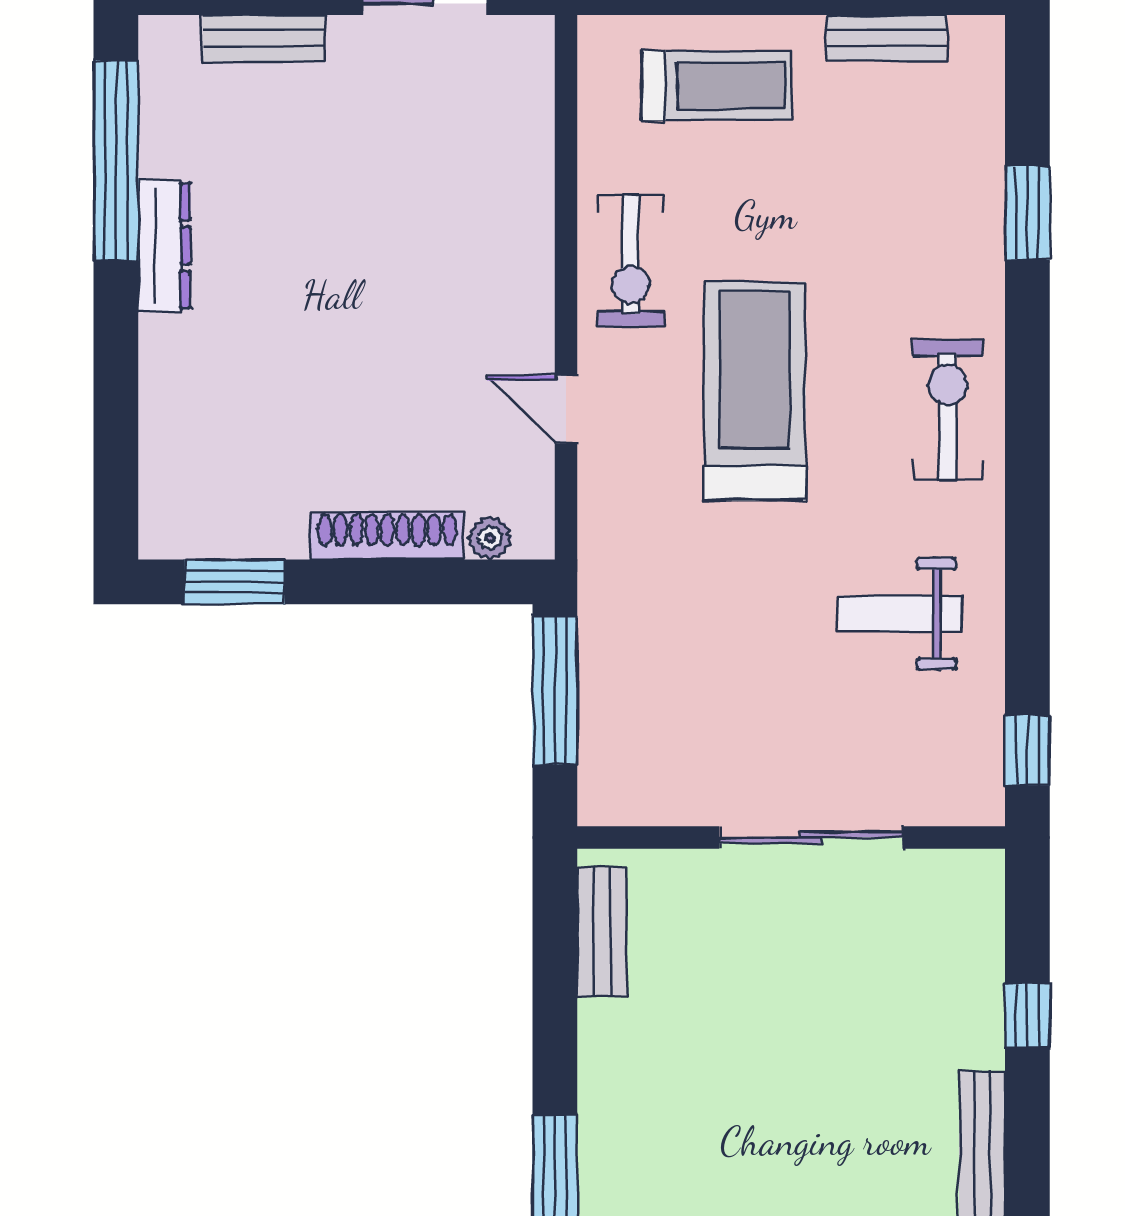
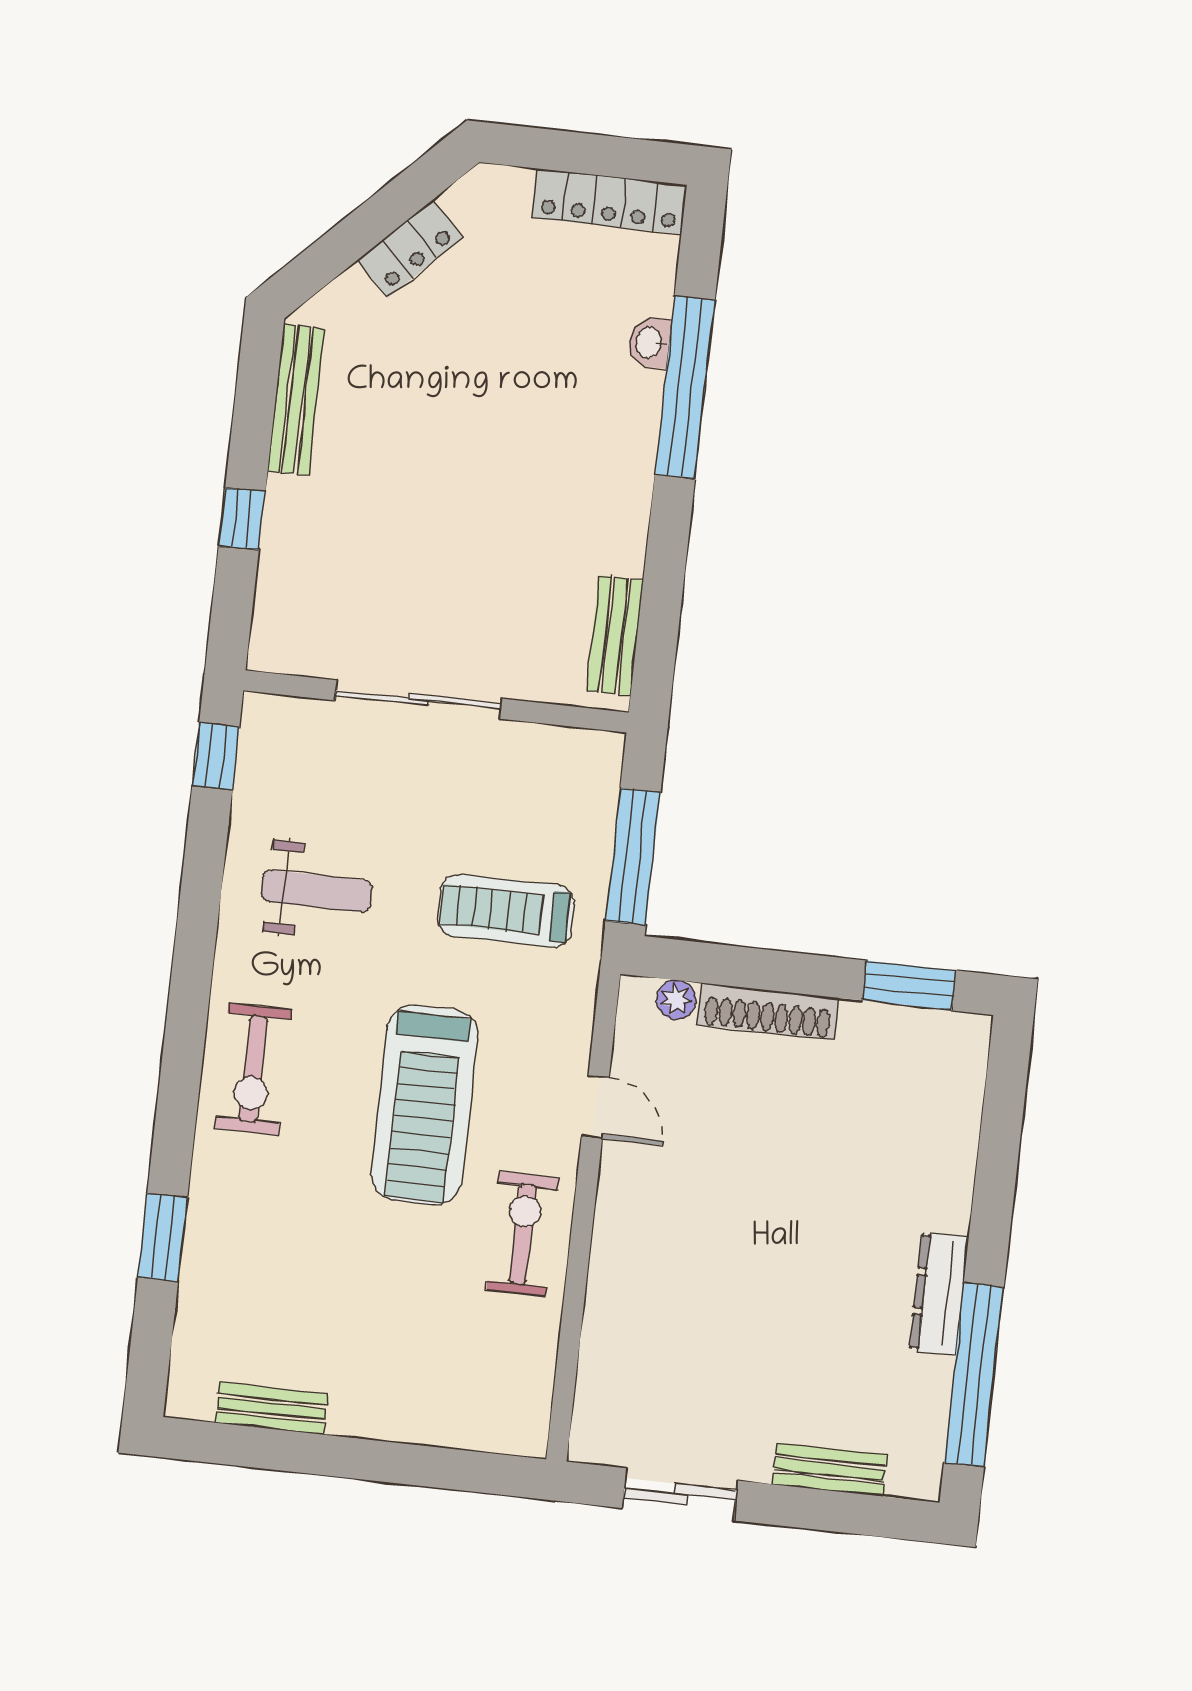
treadmill: (716, 85) -> (506, 911), moved

